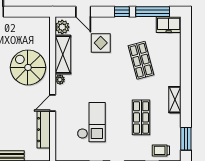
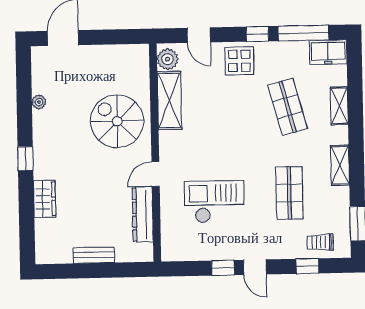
display table: (101, 43) -> (239, 61), moved
shelving: (175, 60) -> (339, 106), added
plant: (60, 80) -> (166, 138), removed
checkout: (91, 122) -> (214, 202), turned -90

